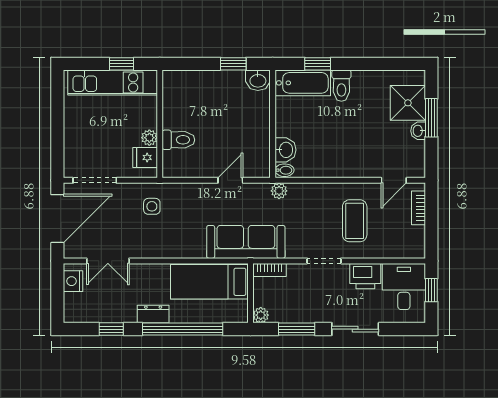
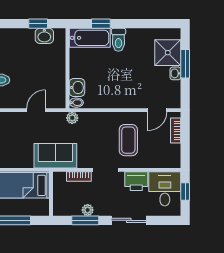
washbasin: (258, 80) -> (44, 36), moved
sofa: (246, 242) -> (55, 156), width x0.73
bookcase: (269, 270) -> (79, 177), moved
plant: (261, 315) -> (88, 210), moved

